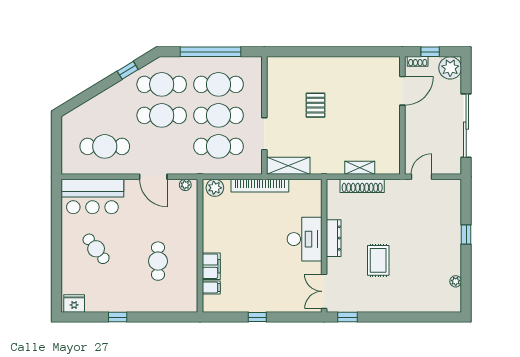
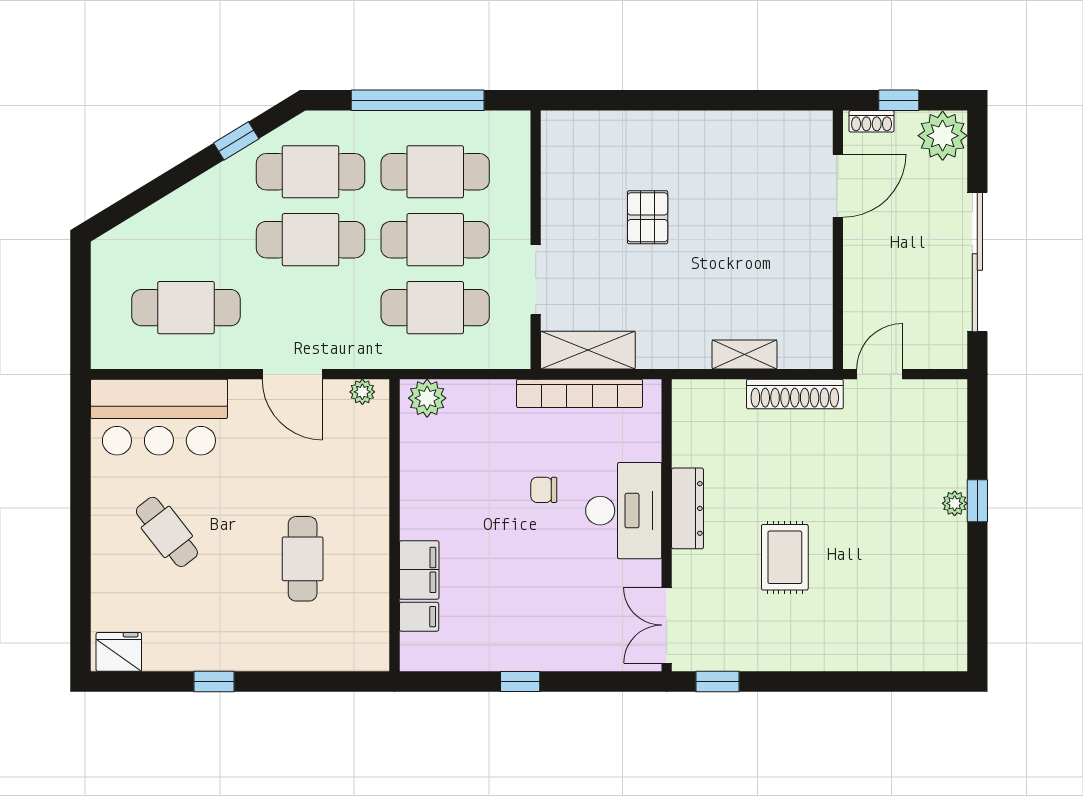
bookcase: (260, 186) -> (580, 393), moved
shoe rack: (362, 186) -> (795, 394), moved
chair: (268, 230) -> (544, 490), added
plant: (456, 281) -> (955, 503), moved

